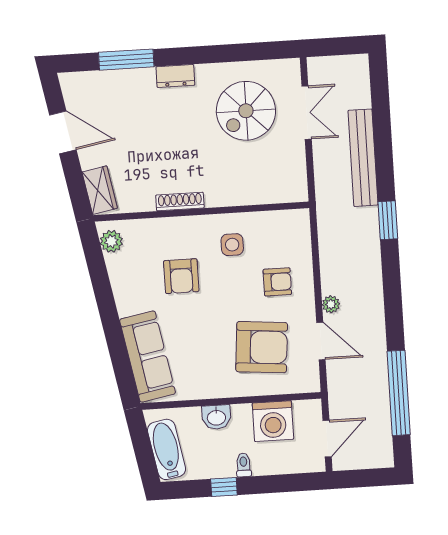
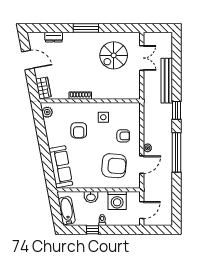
window: (126, 60) -> (86, 28), moved
dresser: (175, 76) -> (54, 37), moved
door: (321, 341) -> (142, 165), hinge flipped
window: (399, 393) -> (176, 152), moved

